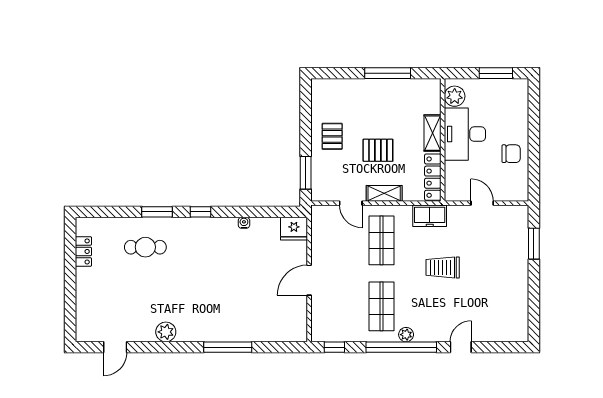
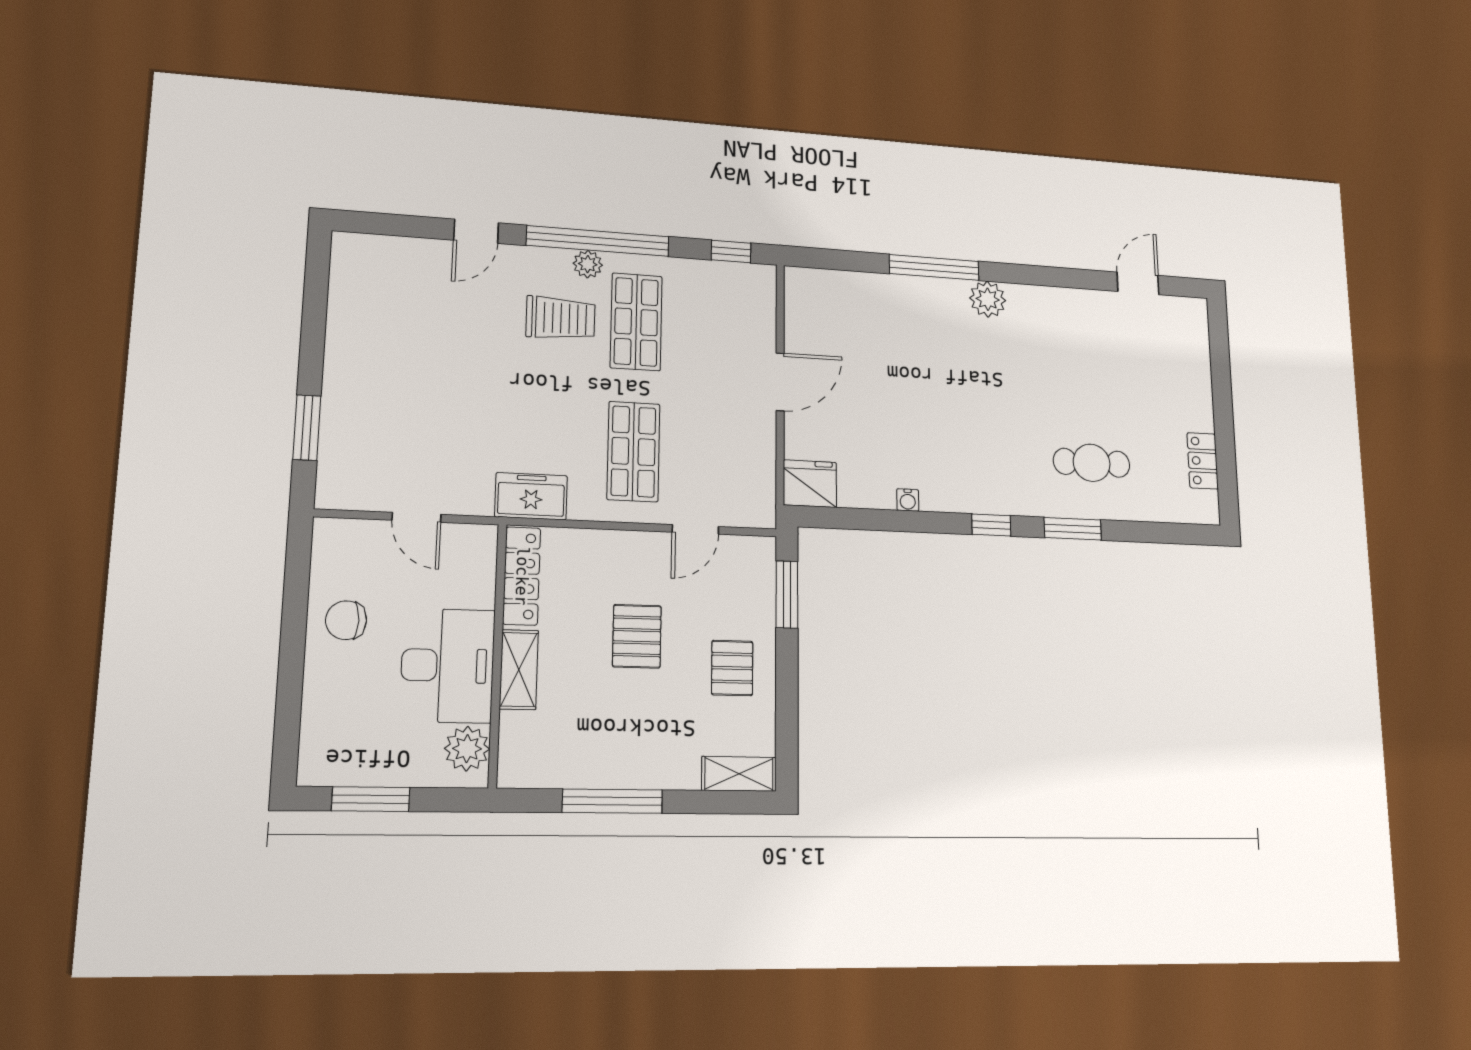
pallet: (378, 150) -> (637, 636), turned 90
shelving: (384, 193) -> (739, 774), moved
door: (351, 203) -> (695, 529), swing flipped
trolley: (443, 267) -> (561, 318), moved
plant: (166, 332) -> (988, 299), moved

